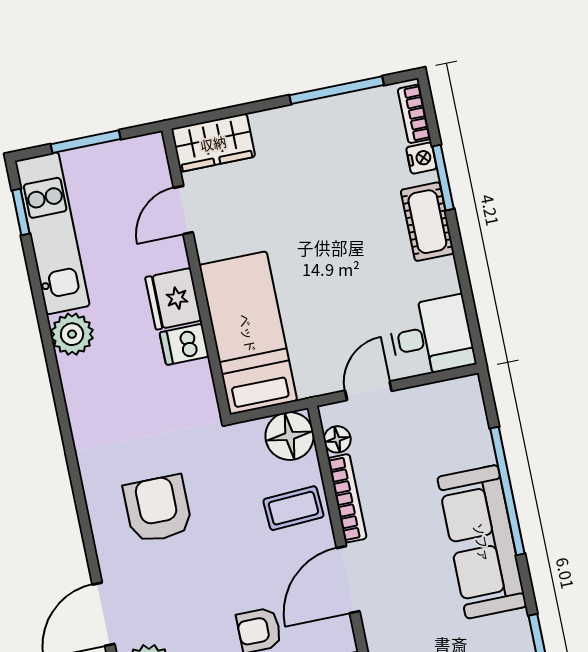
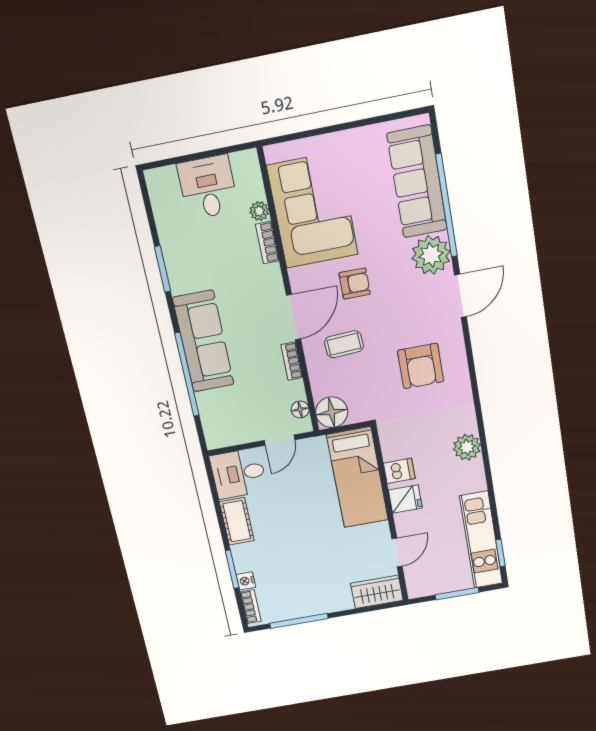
cot: (427, 222) -> (237, 521), moved
fridge: (173, 299) -> (405, 499), width x0.72
plant: (72, 334) -> (467, 447), moved
bookcase: (347, 498) -> (292, 361), width x0.64
coffee table: (293, 508) -> (344, 344), moved

